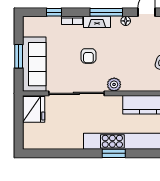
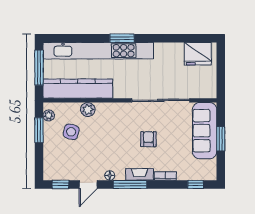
window: (54, 12) -> (196, 184), moved
plant: (114, 84) -> (88, 110), moved
fridge: (34, 109) -> (198, 54), moved, turned -90

